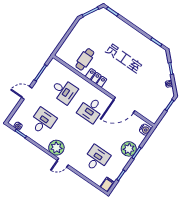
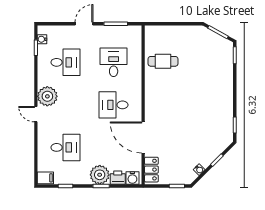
locker: (96, 78) -> (151, 170), moved
desk: (64, 91) -> (114, 62), turned 180
door: (27, 93) -> (84, 24), hinge flipped
printer: (138, 139) -> (118, 178), added

